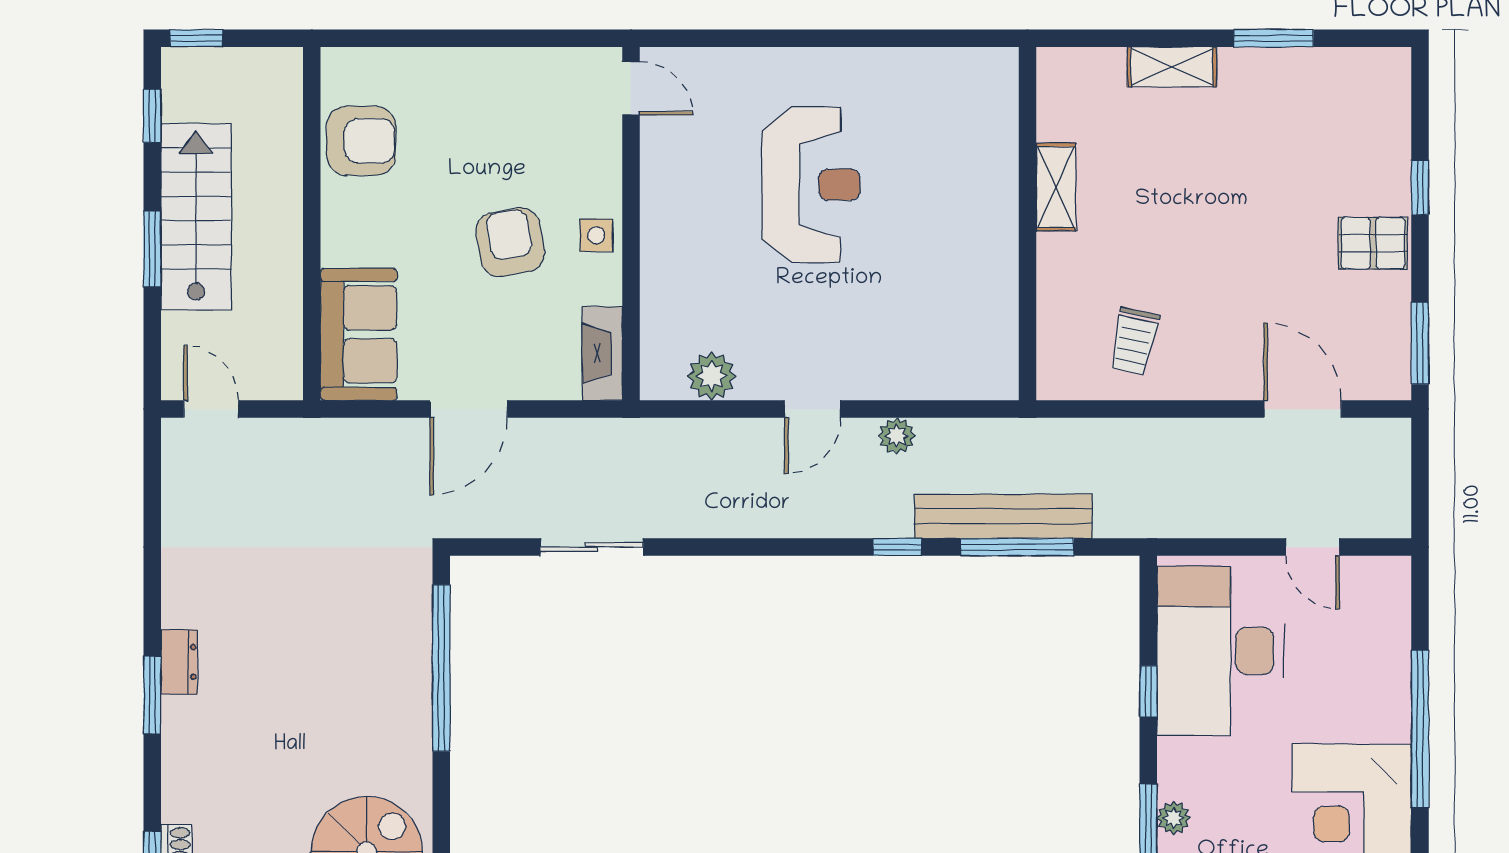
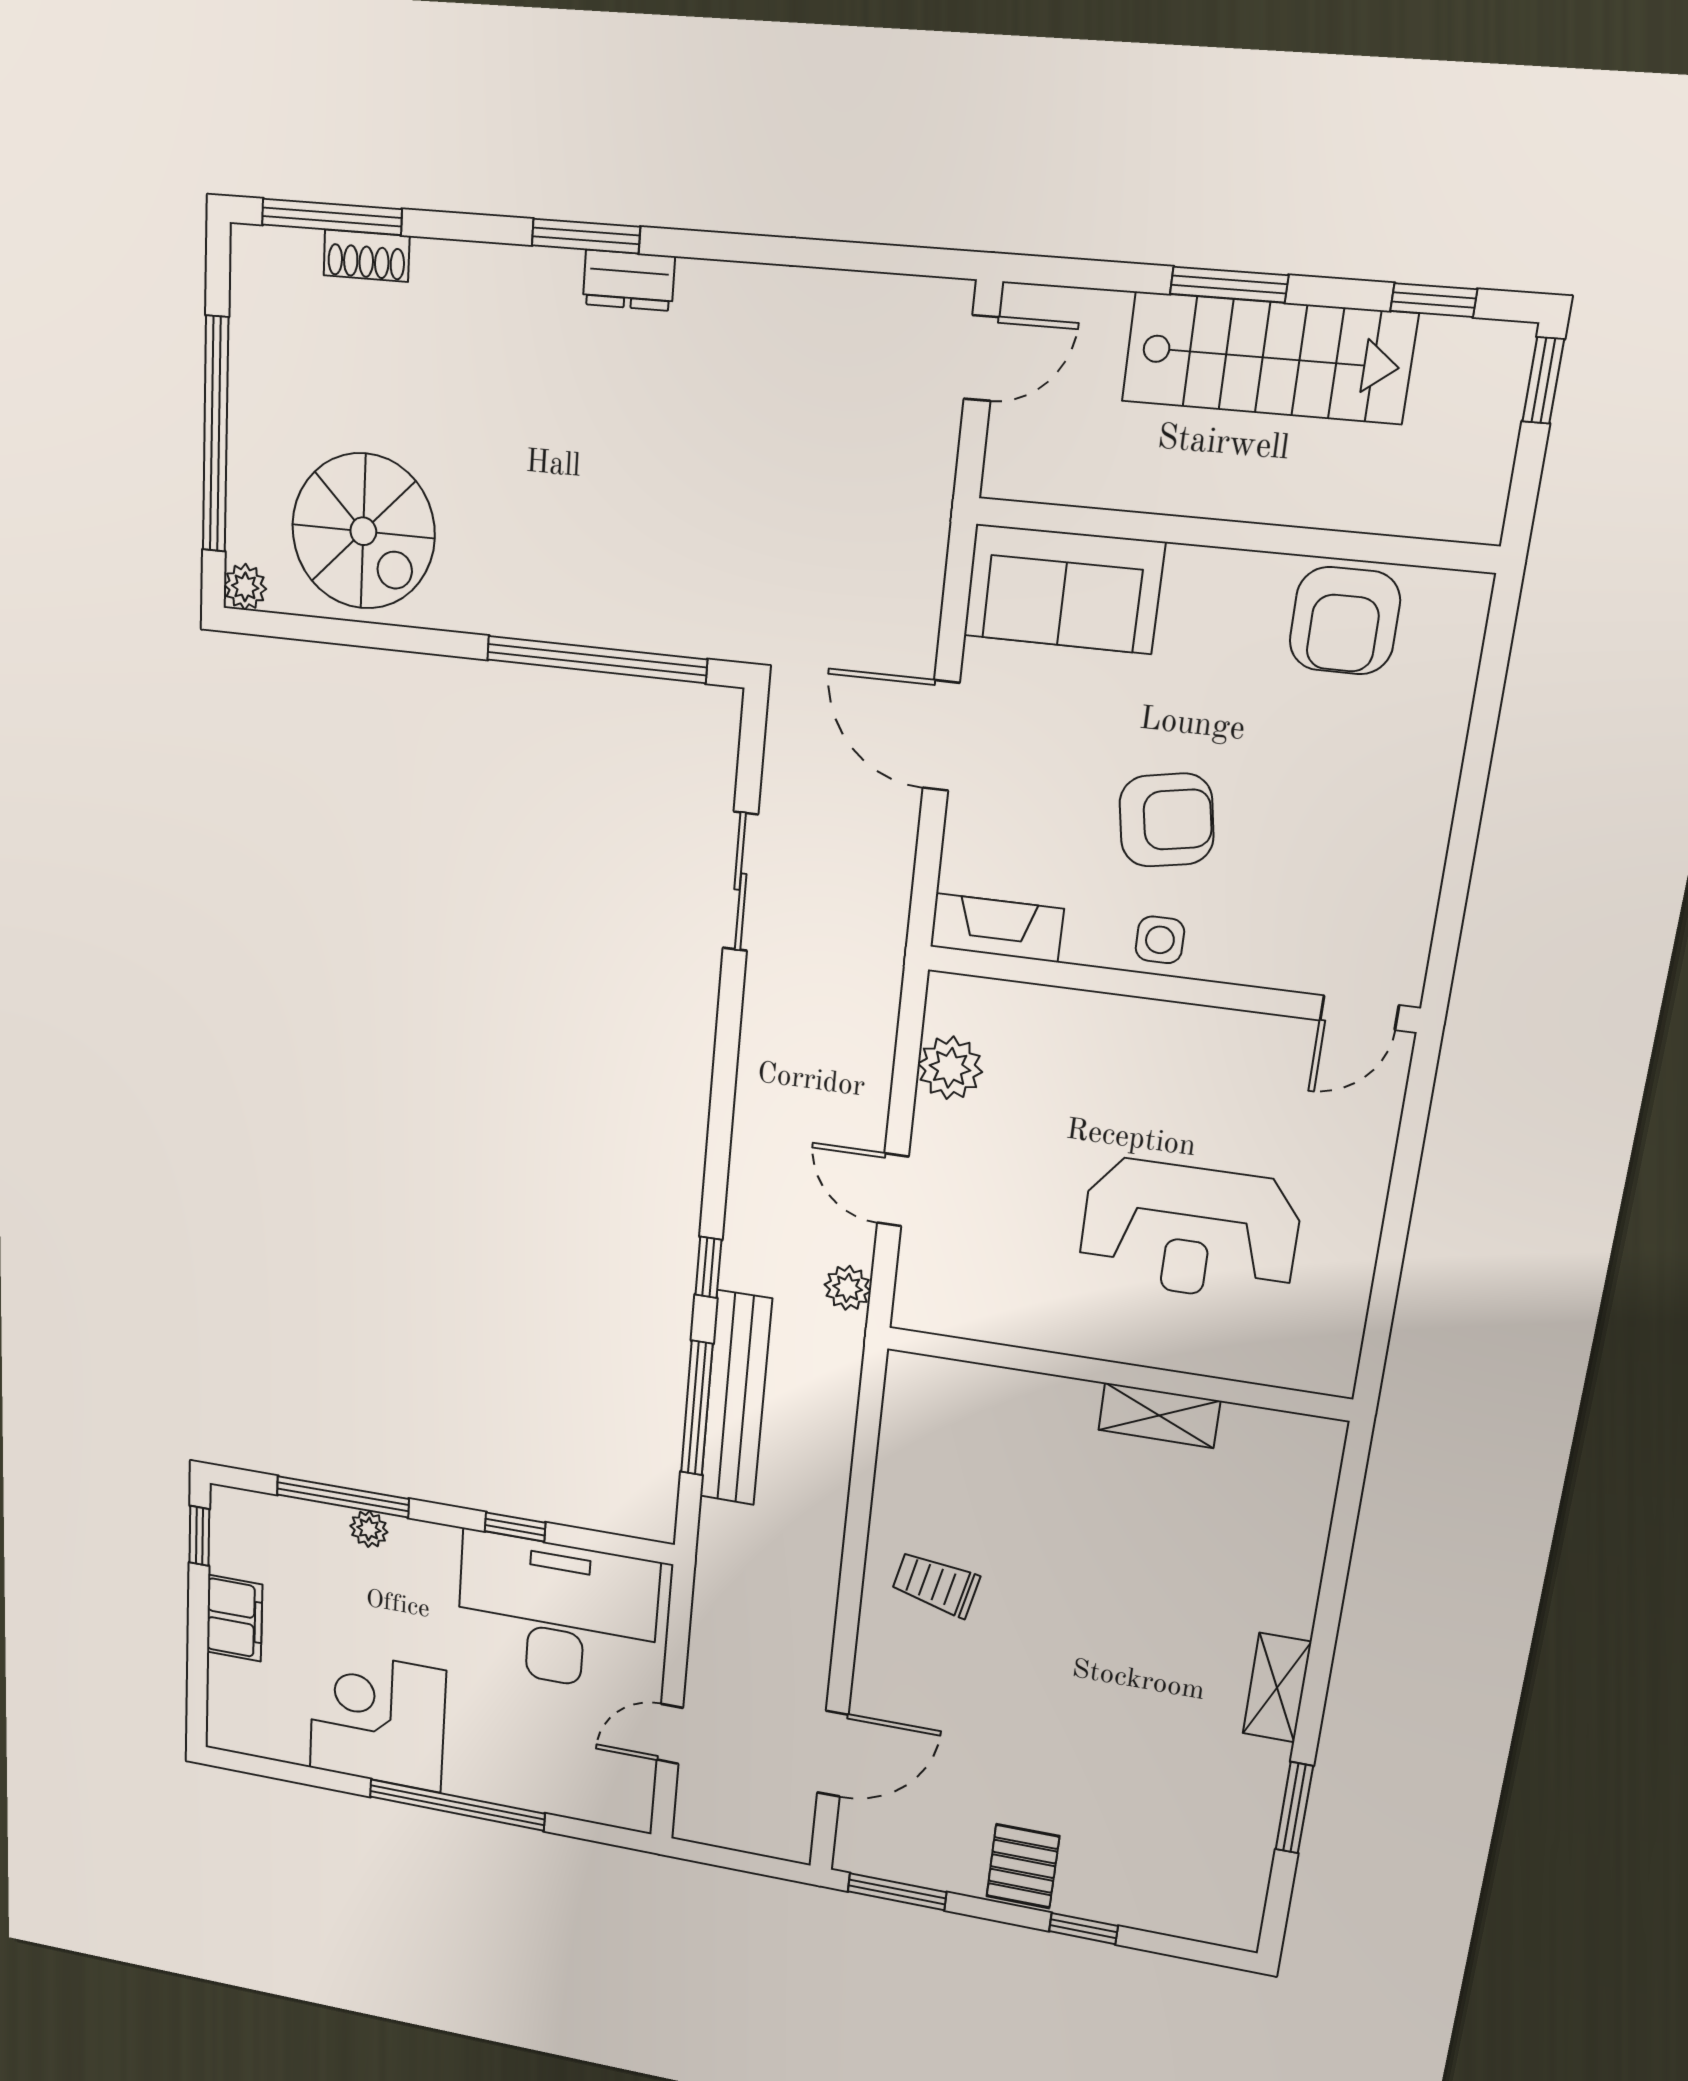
shelving: (1056, 187) -> (1159, 1415), moved
wall: (1028, 224) -> (1116, 1374), moved

